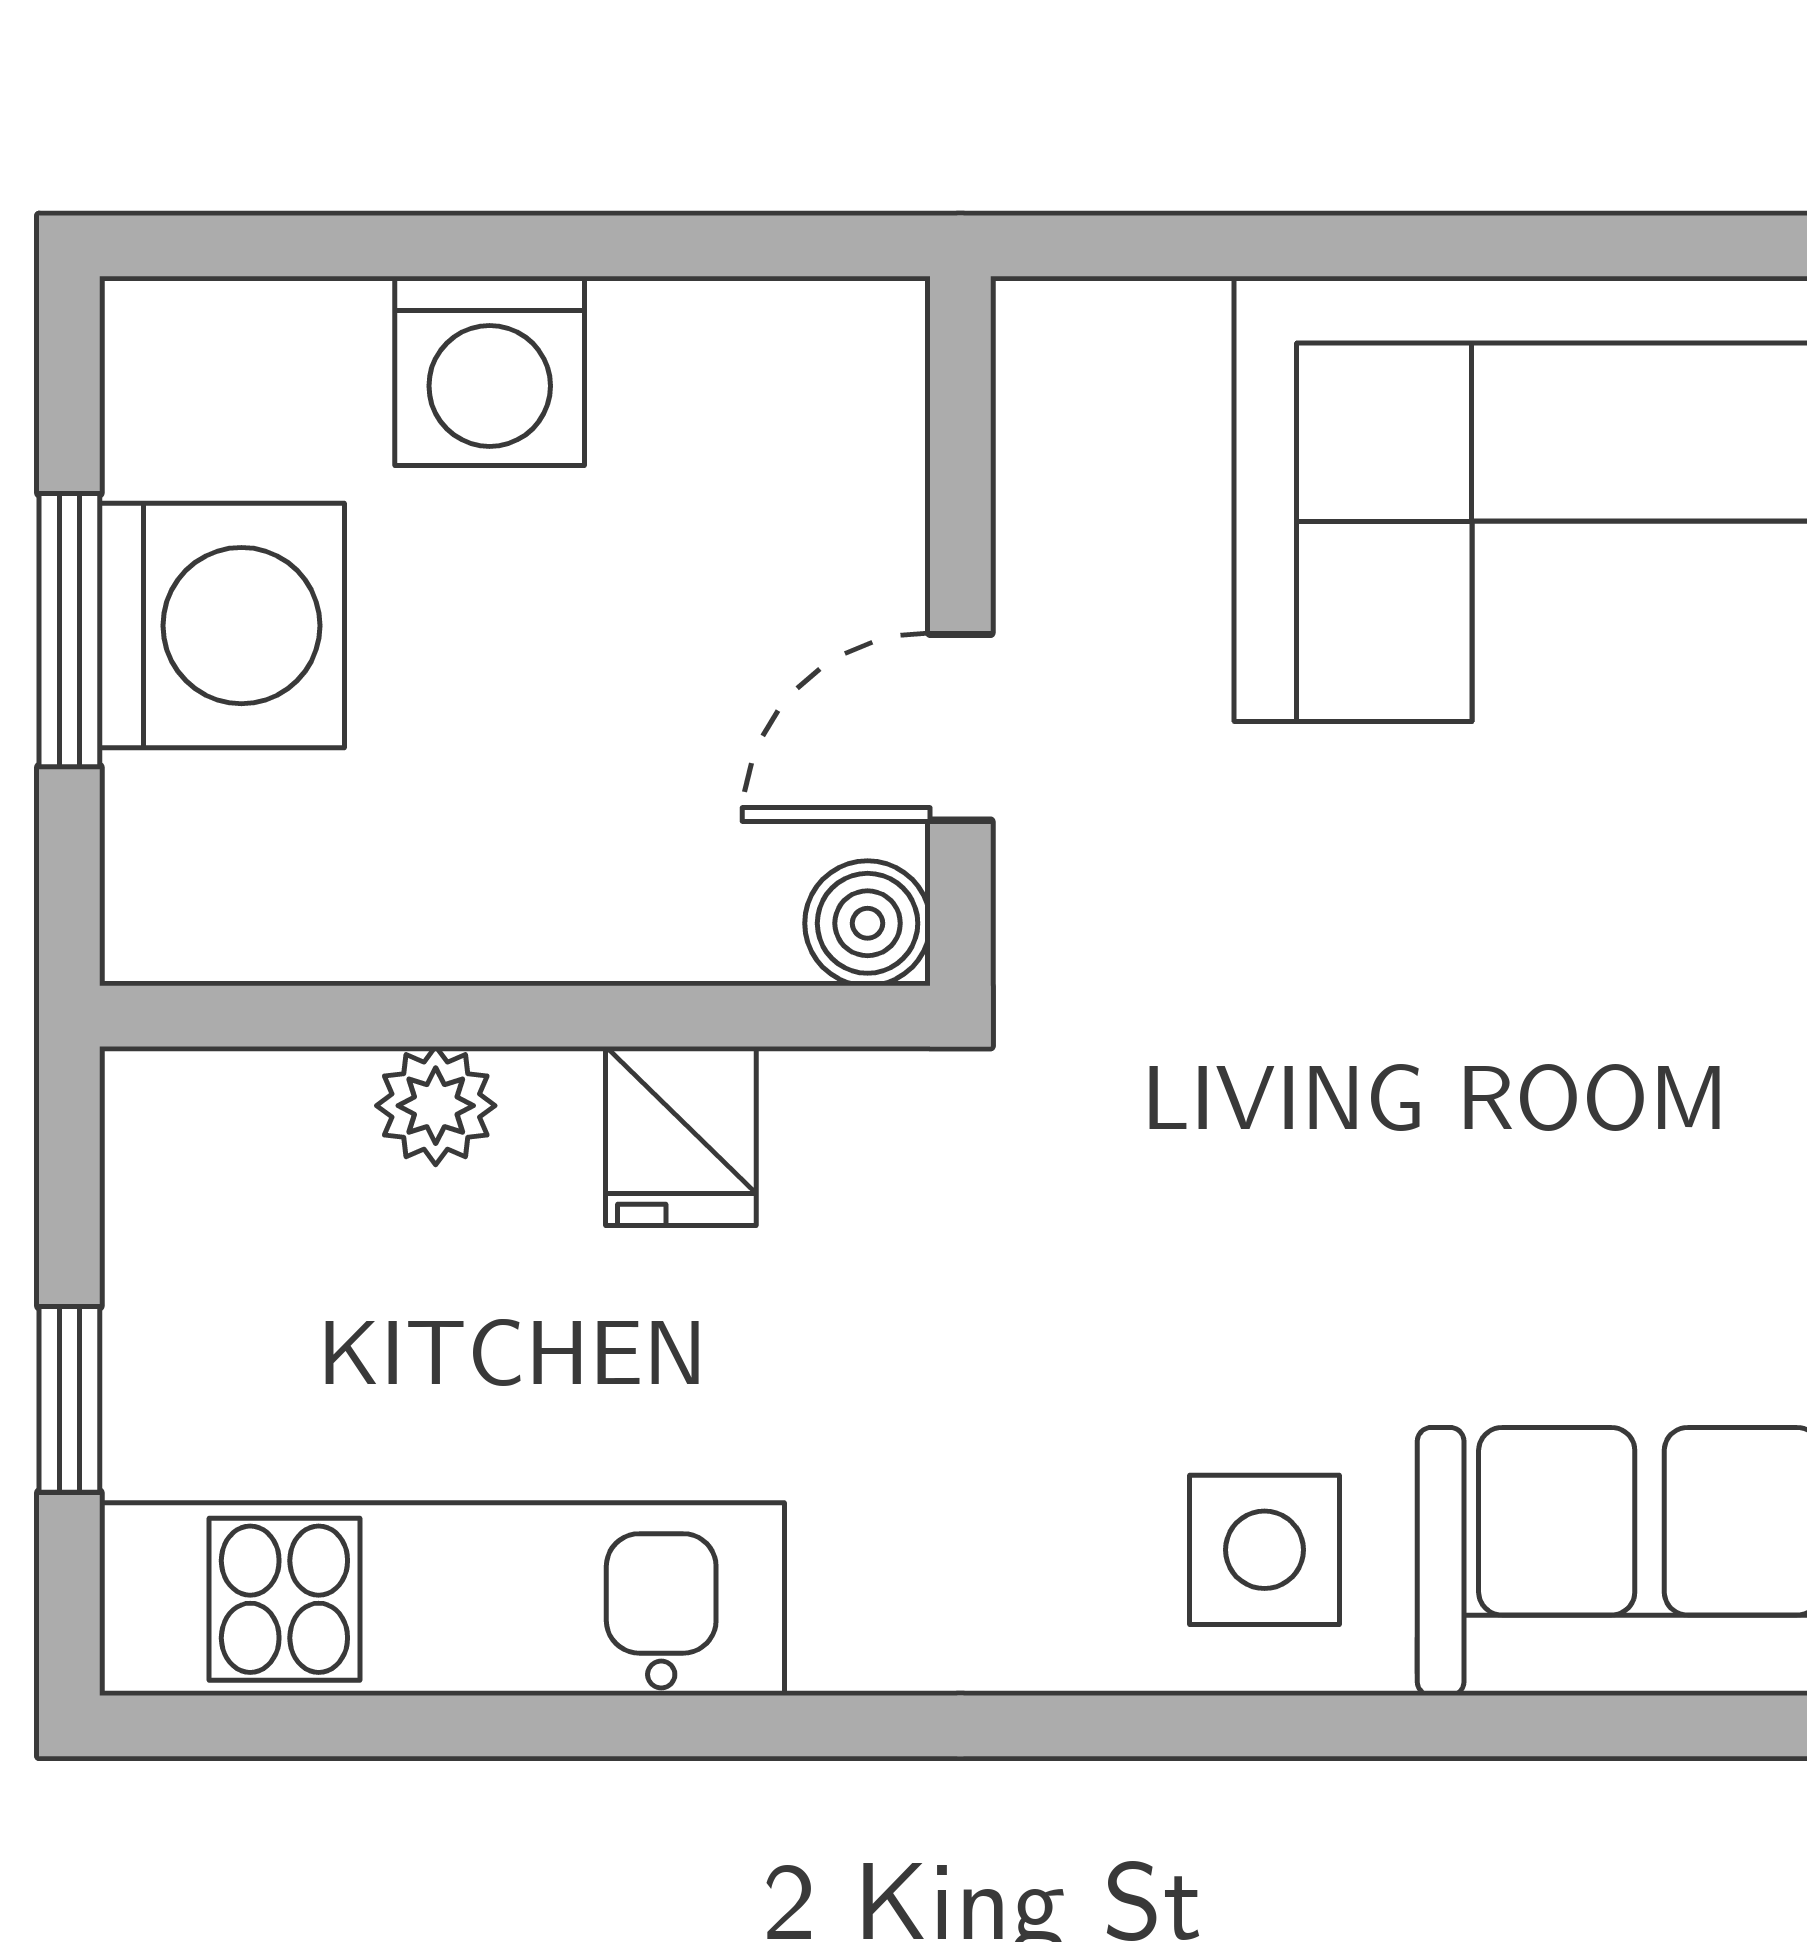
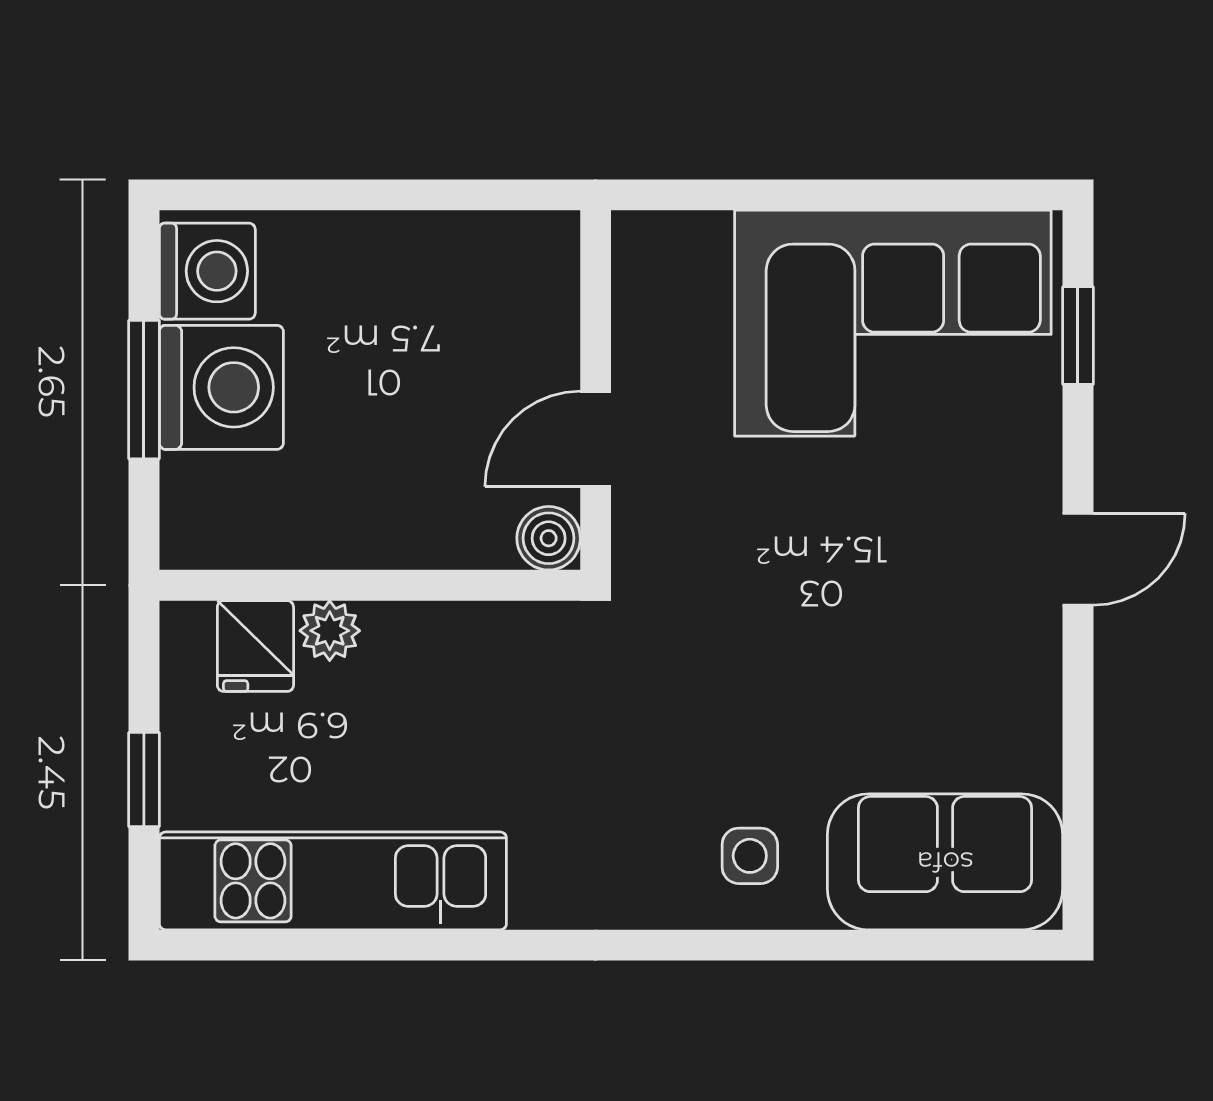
washing machine: (490, 371) -> (207, 271), moved, turned -90
fridge: (681, 1136) -> (255, 646), moved
side table: (1264, 1550) -> (750, 856), width x0.73, depth x0.73

